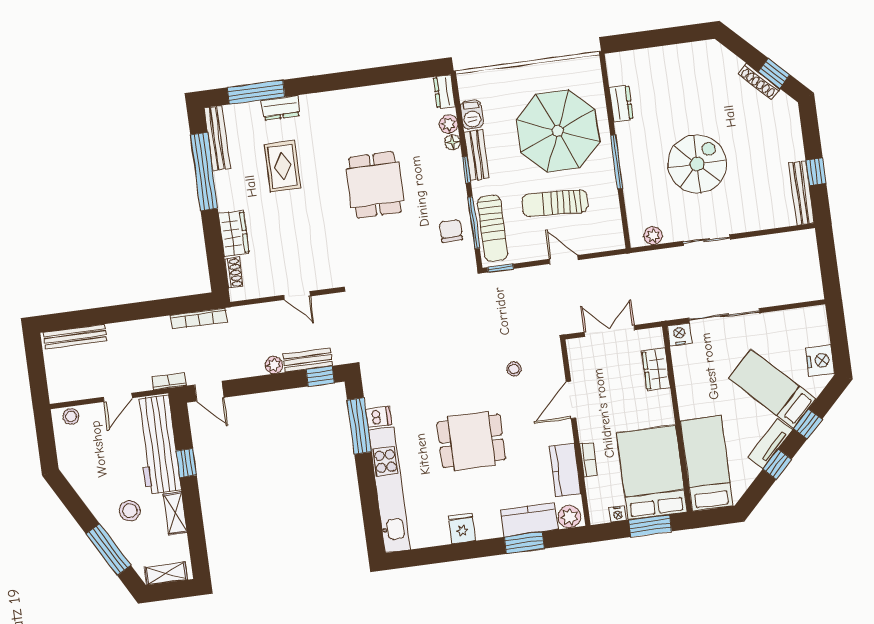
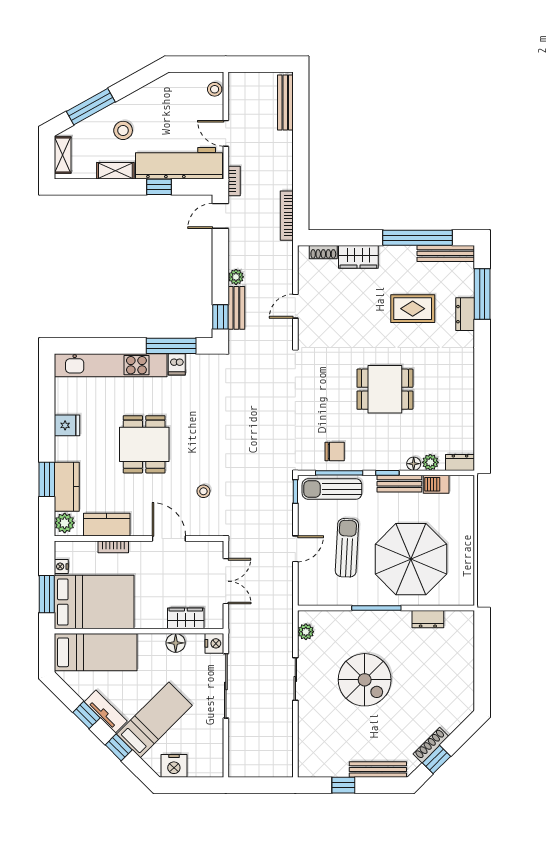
bench: (801, 193) -> (378, 769), moved
floor lamp: (685, 377) -> (176, 643), added

